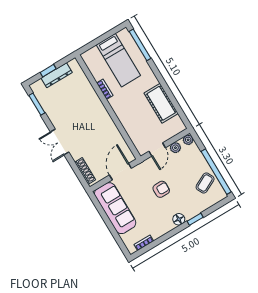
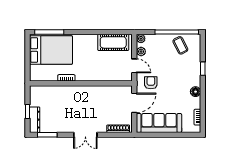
bed: (118, 60) -> (51, 50), width x1.50
dresser: (57, 75) -> (35, 120), moved
cot: (161, 103) -> (113, 42), moved
door: (120, 172) -> (134, 103), swing flipped
armchair: (161, 189) -> (151, 83), moved
floor lamp: (179, 219) -> (196, 92), moved

